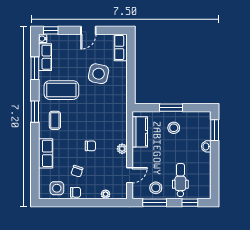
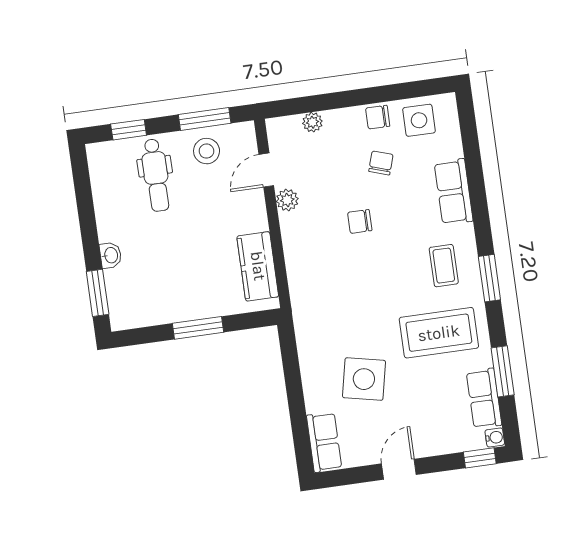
stool: (174, 128) -> (186, 285), removed
plant: (122, 149) -> (287, 200), moved

